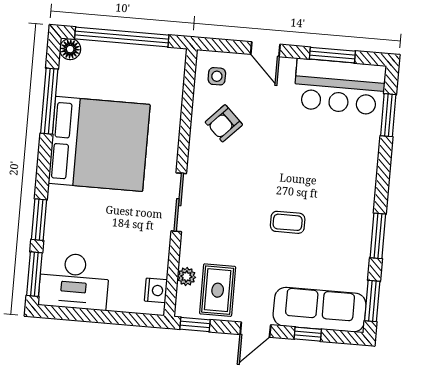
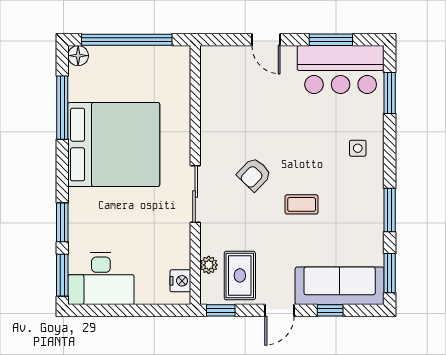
side table: (217, 76) -> (358, 148), moved
armchair: (224, 123) -> (254, 174), moved

